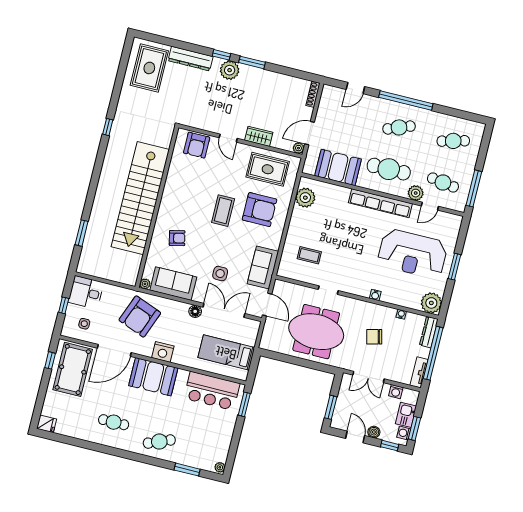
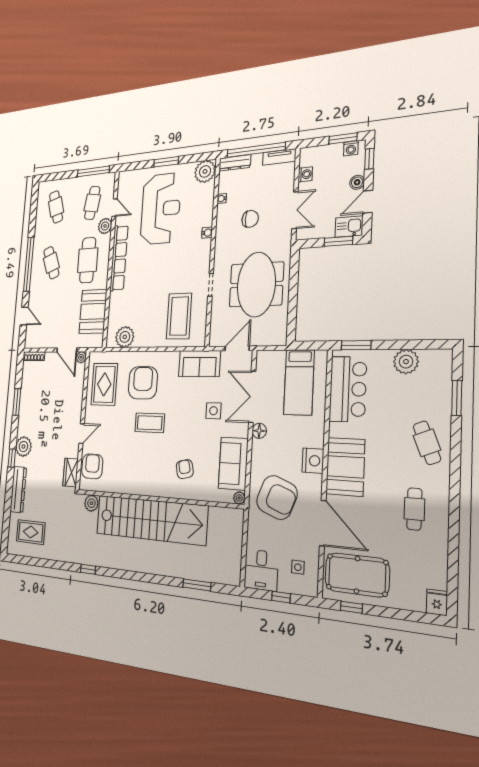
window: (252, 62) -> (17, 402), moved
rug: (149, 68) -> (31, 532), width x0.73, depth x0.70
wardrobe: (259, 136) -> (71, 473), moved
plant: (164, 139) -> (91, 503), added
armchair: (197, 145) -> (92, 466), turned -90
coffee table: (309, 255) -> (179, 316), width x1.86, depth x1.72
chair: (374, 337) -> (250, 219), turned -76
kitchen sink: (406, 415) -> (349, 227), moved, turned 180
plant: (220, 467) -> (406, 362), moved, width x1.87, depth x1.87

